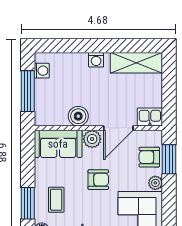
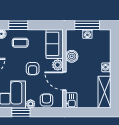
washing machine: (42, 71) -> (87, 34), moved
window: (169, 159) -> (21, 112), moved

